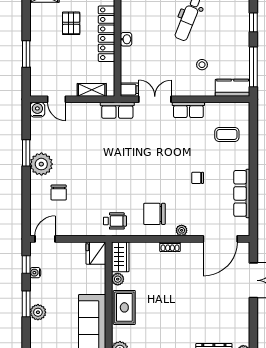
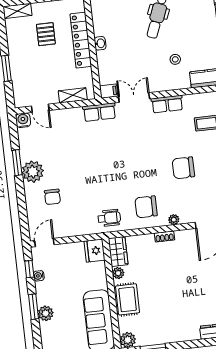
chair: (198, 178) -> (183, 168), width x1.87, depth x1.87

